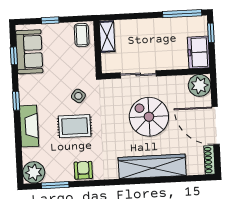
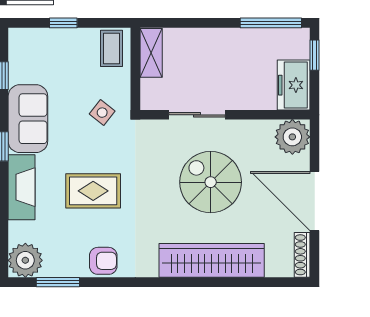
sofa: (29, 52) -> (28, 119), moved
side table: (78, 96) -> (102, 113), moved
armchair: (83, 170) -> (103, 261), turned 90

